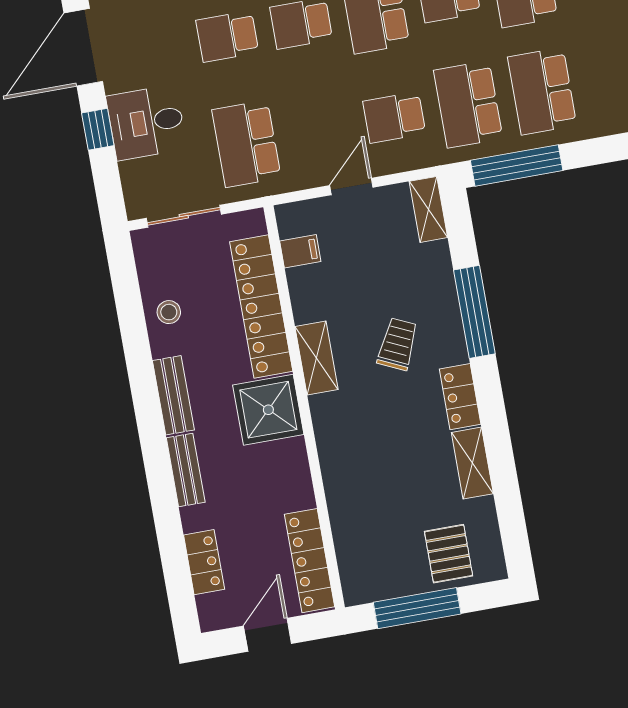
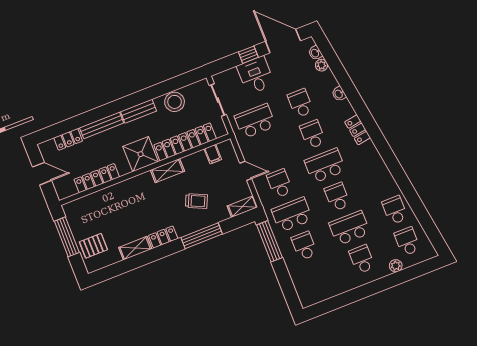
school desk: (542, 91) -> (304, 246), width x0.54
stool: (169, 312) -> (175, 102), width x1.89, depth x1.89
trolley: (398, 344) -> (196, 201), moved
bench: (186, 470) -> (102, 125), width x1.36
locker: (310, 561) -> (97, 178), moved

